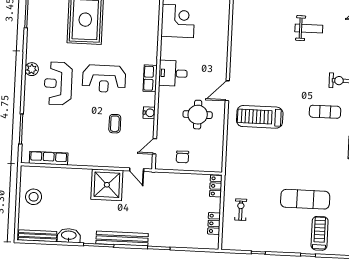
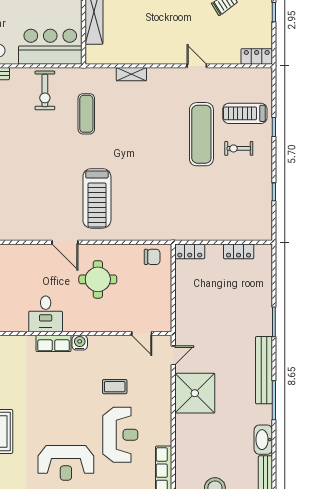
reception desk: (104, 79) -> (120, 435), moved
water cooler: (149, 113) -> (80, 343), moved
chair: (182, 157) -> (152, 257), moved
exercise bike: (241, 210) -> (239, 148), moved

